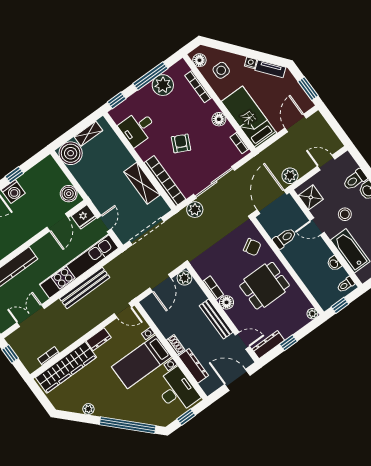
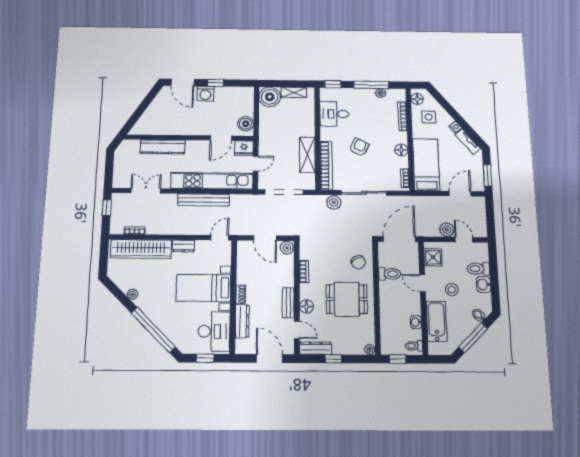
plant: (163, 85) -> (381, 93), width x0.53, depth x0.53
plant: (290, 176) -> (447, 230), moved
door: (160, 283) -> (265, 238), hinge flipped
floor lamp: (227, 302) -> (306, 307), moved
door: (123, 310) -> (220, 238), swing flipped
bench: (216, 319) -> (288, 303), width x0.73

